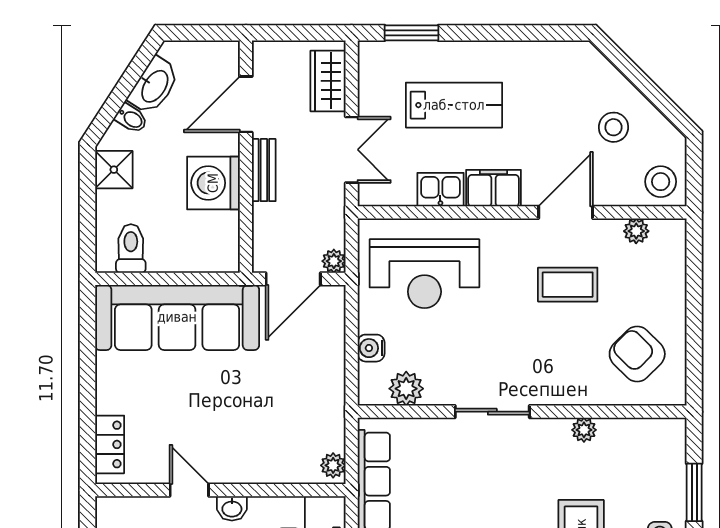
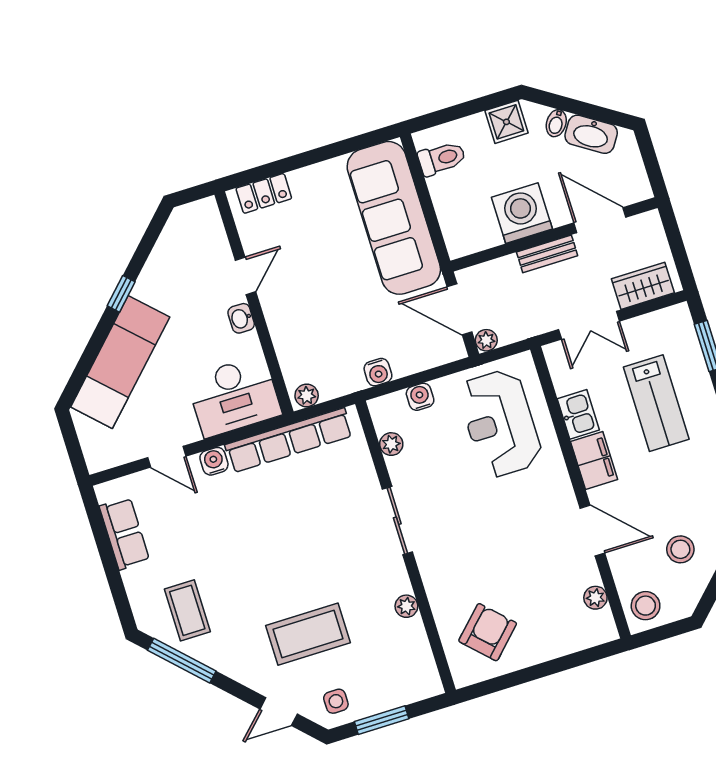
coffee table: (568, 285) -> (530, 552), removed
water cooler: (332, 384) -> (378, 372), added
plant: (406, 389) -> (391, 444), width x0.73, depth x0.73

